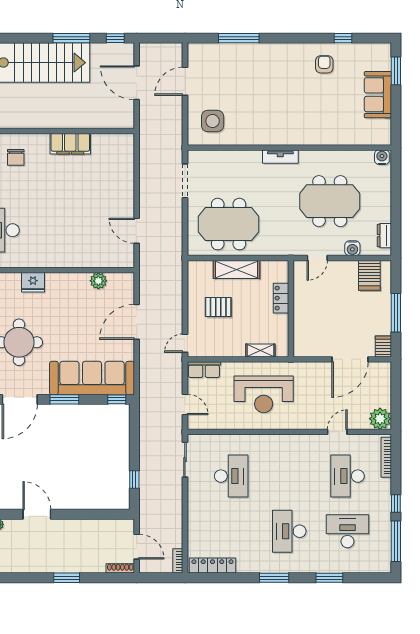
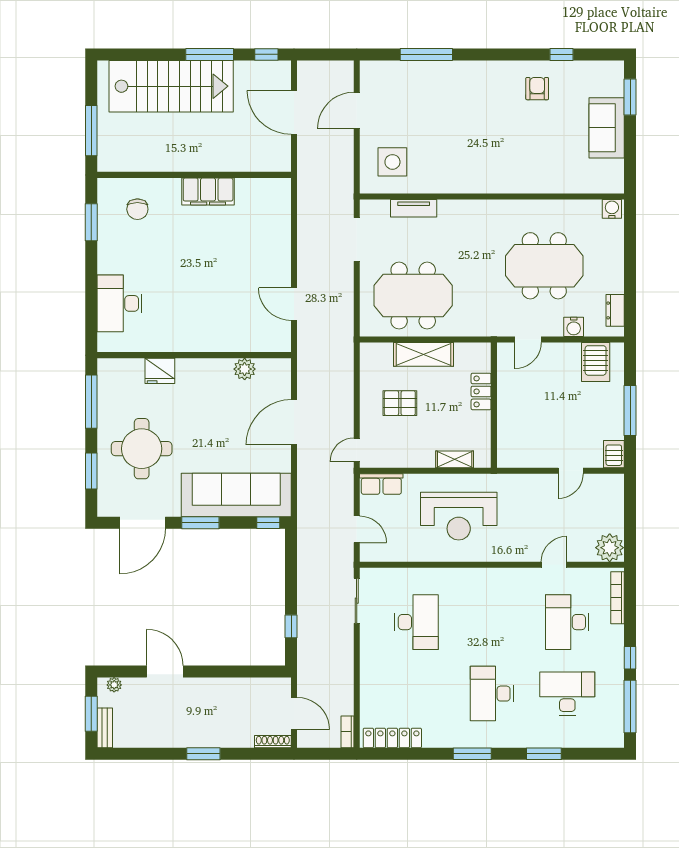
tv unit: (280, 157) -> (414, 208), moved
door: (350, 359) -> (571, 471), width x0.53

